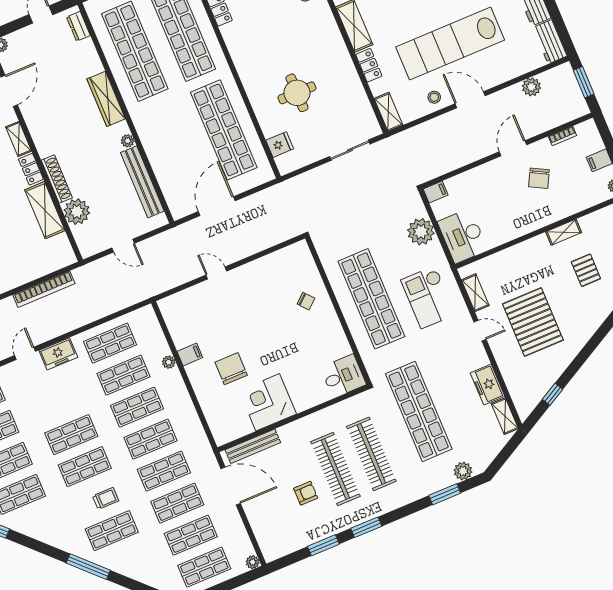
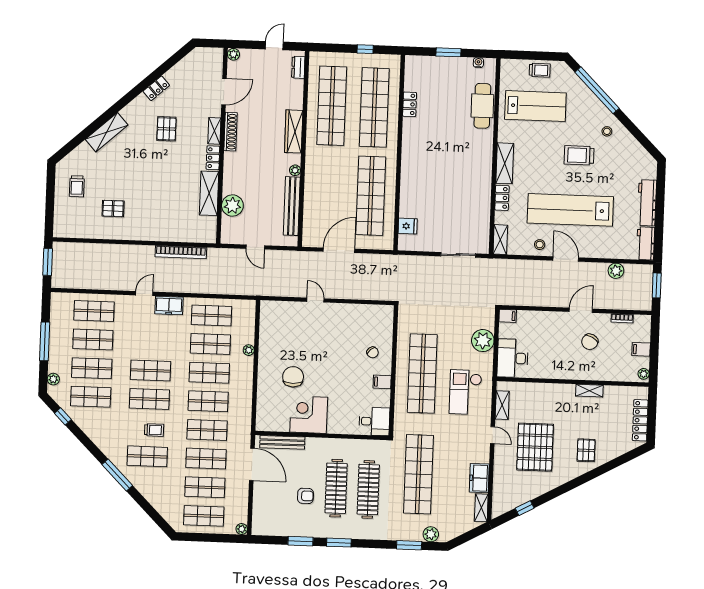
round table: (297, 93) -> (439, 193), removed
shoe rack: (57, 179) -> (230, 132), moved
pallet: (586, 270) -> (586, 450), moved
filing cabinet: (190, 355) -> (382, 382), moved, turned 180

